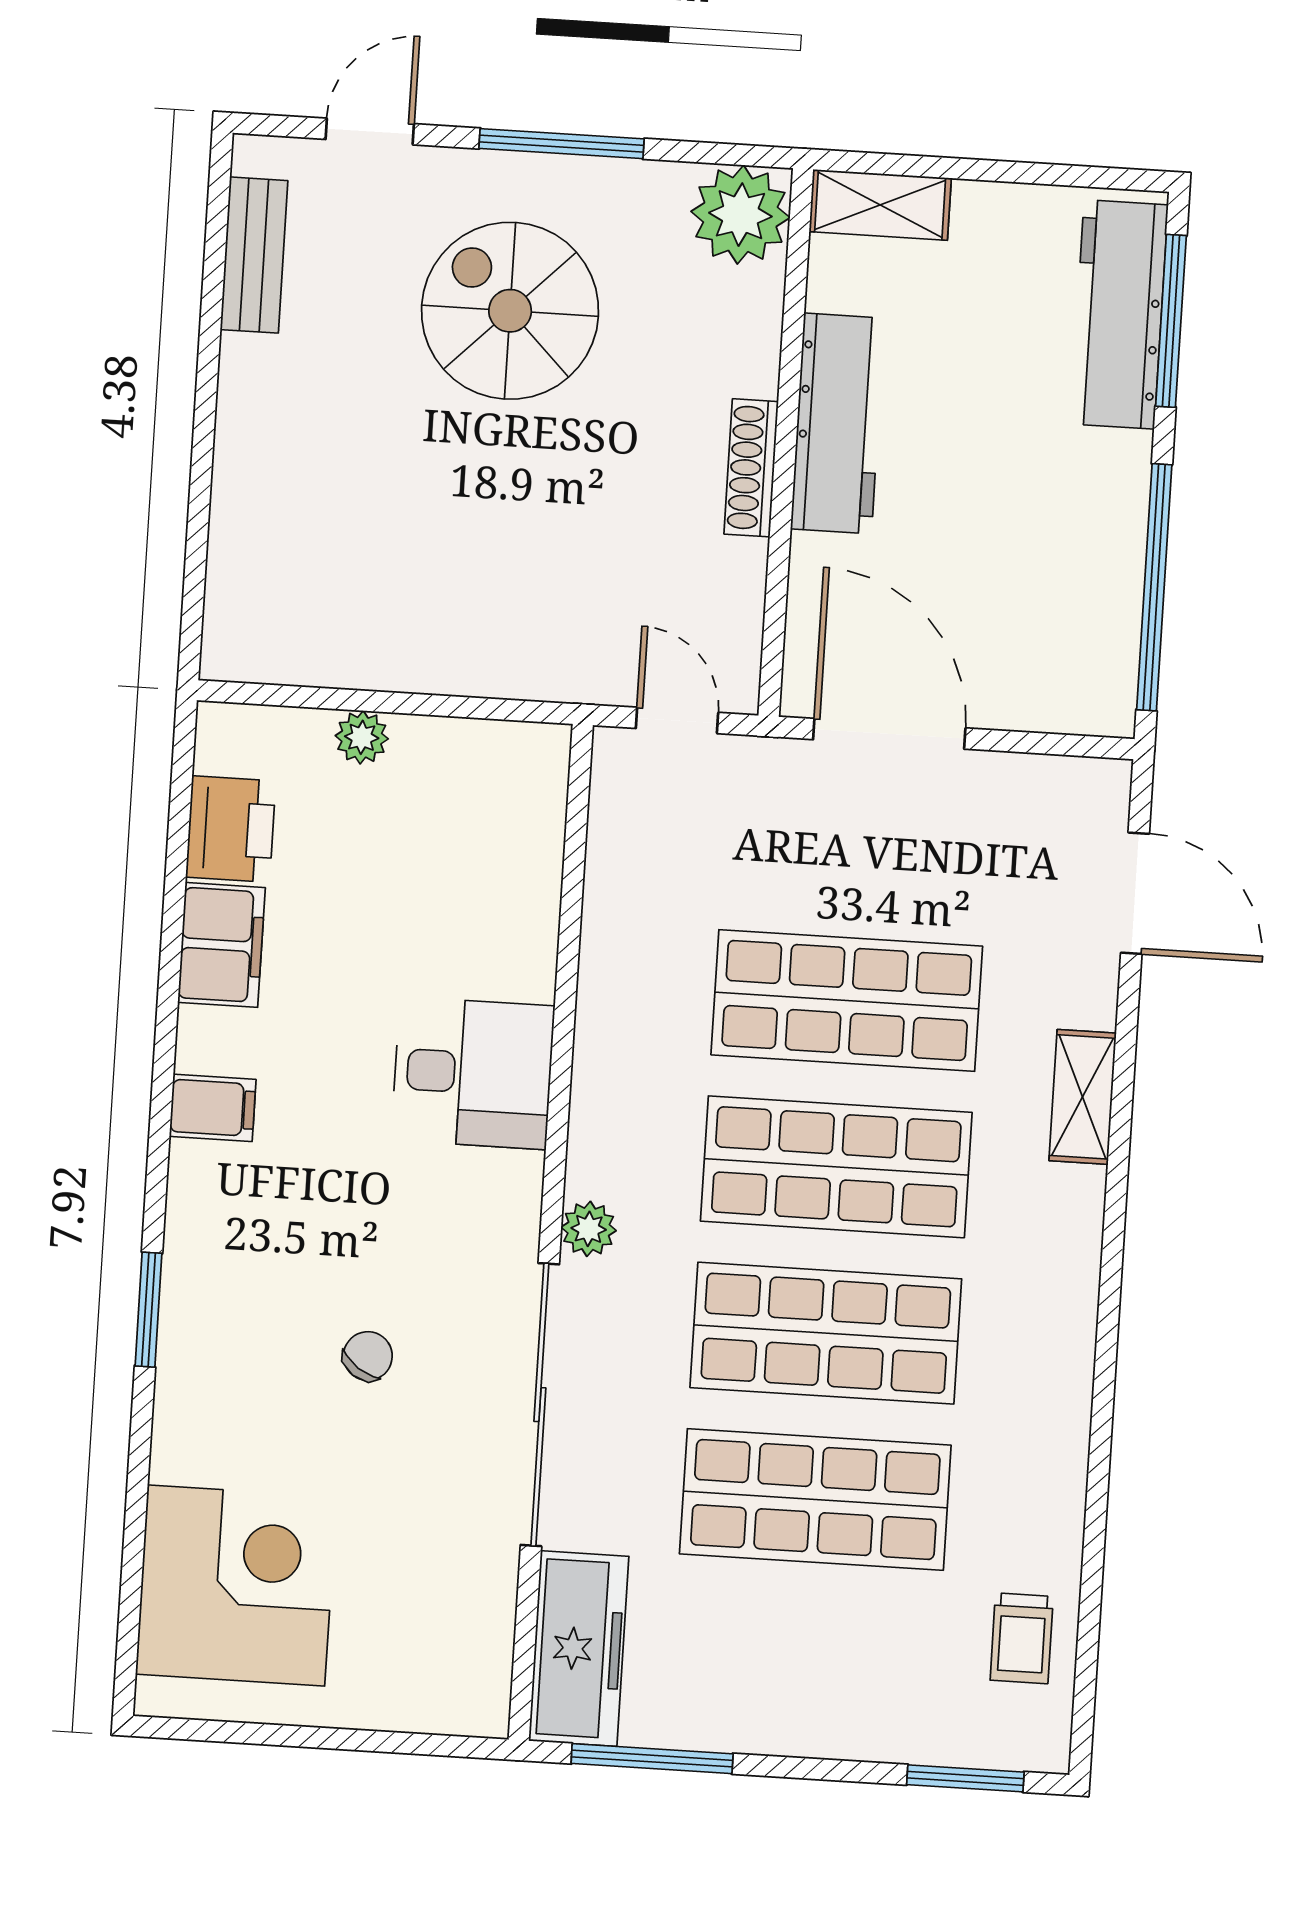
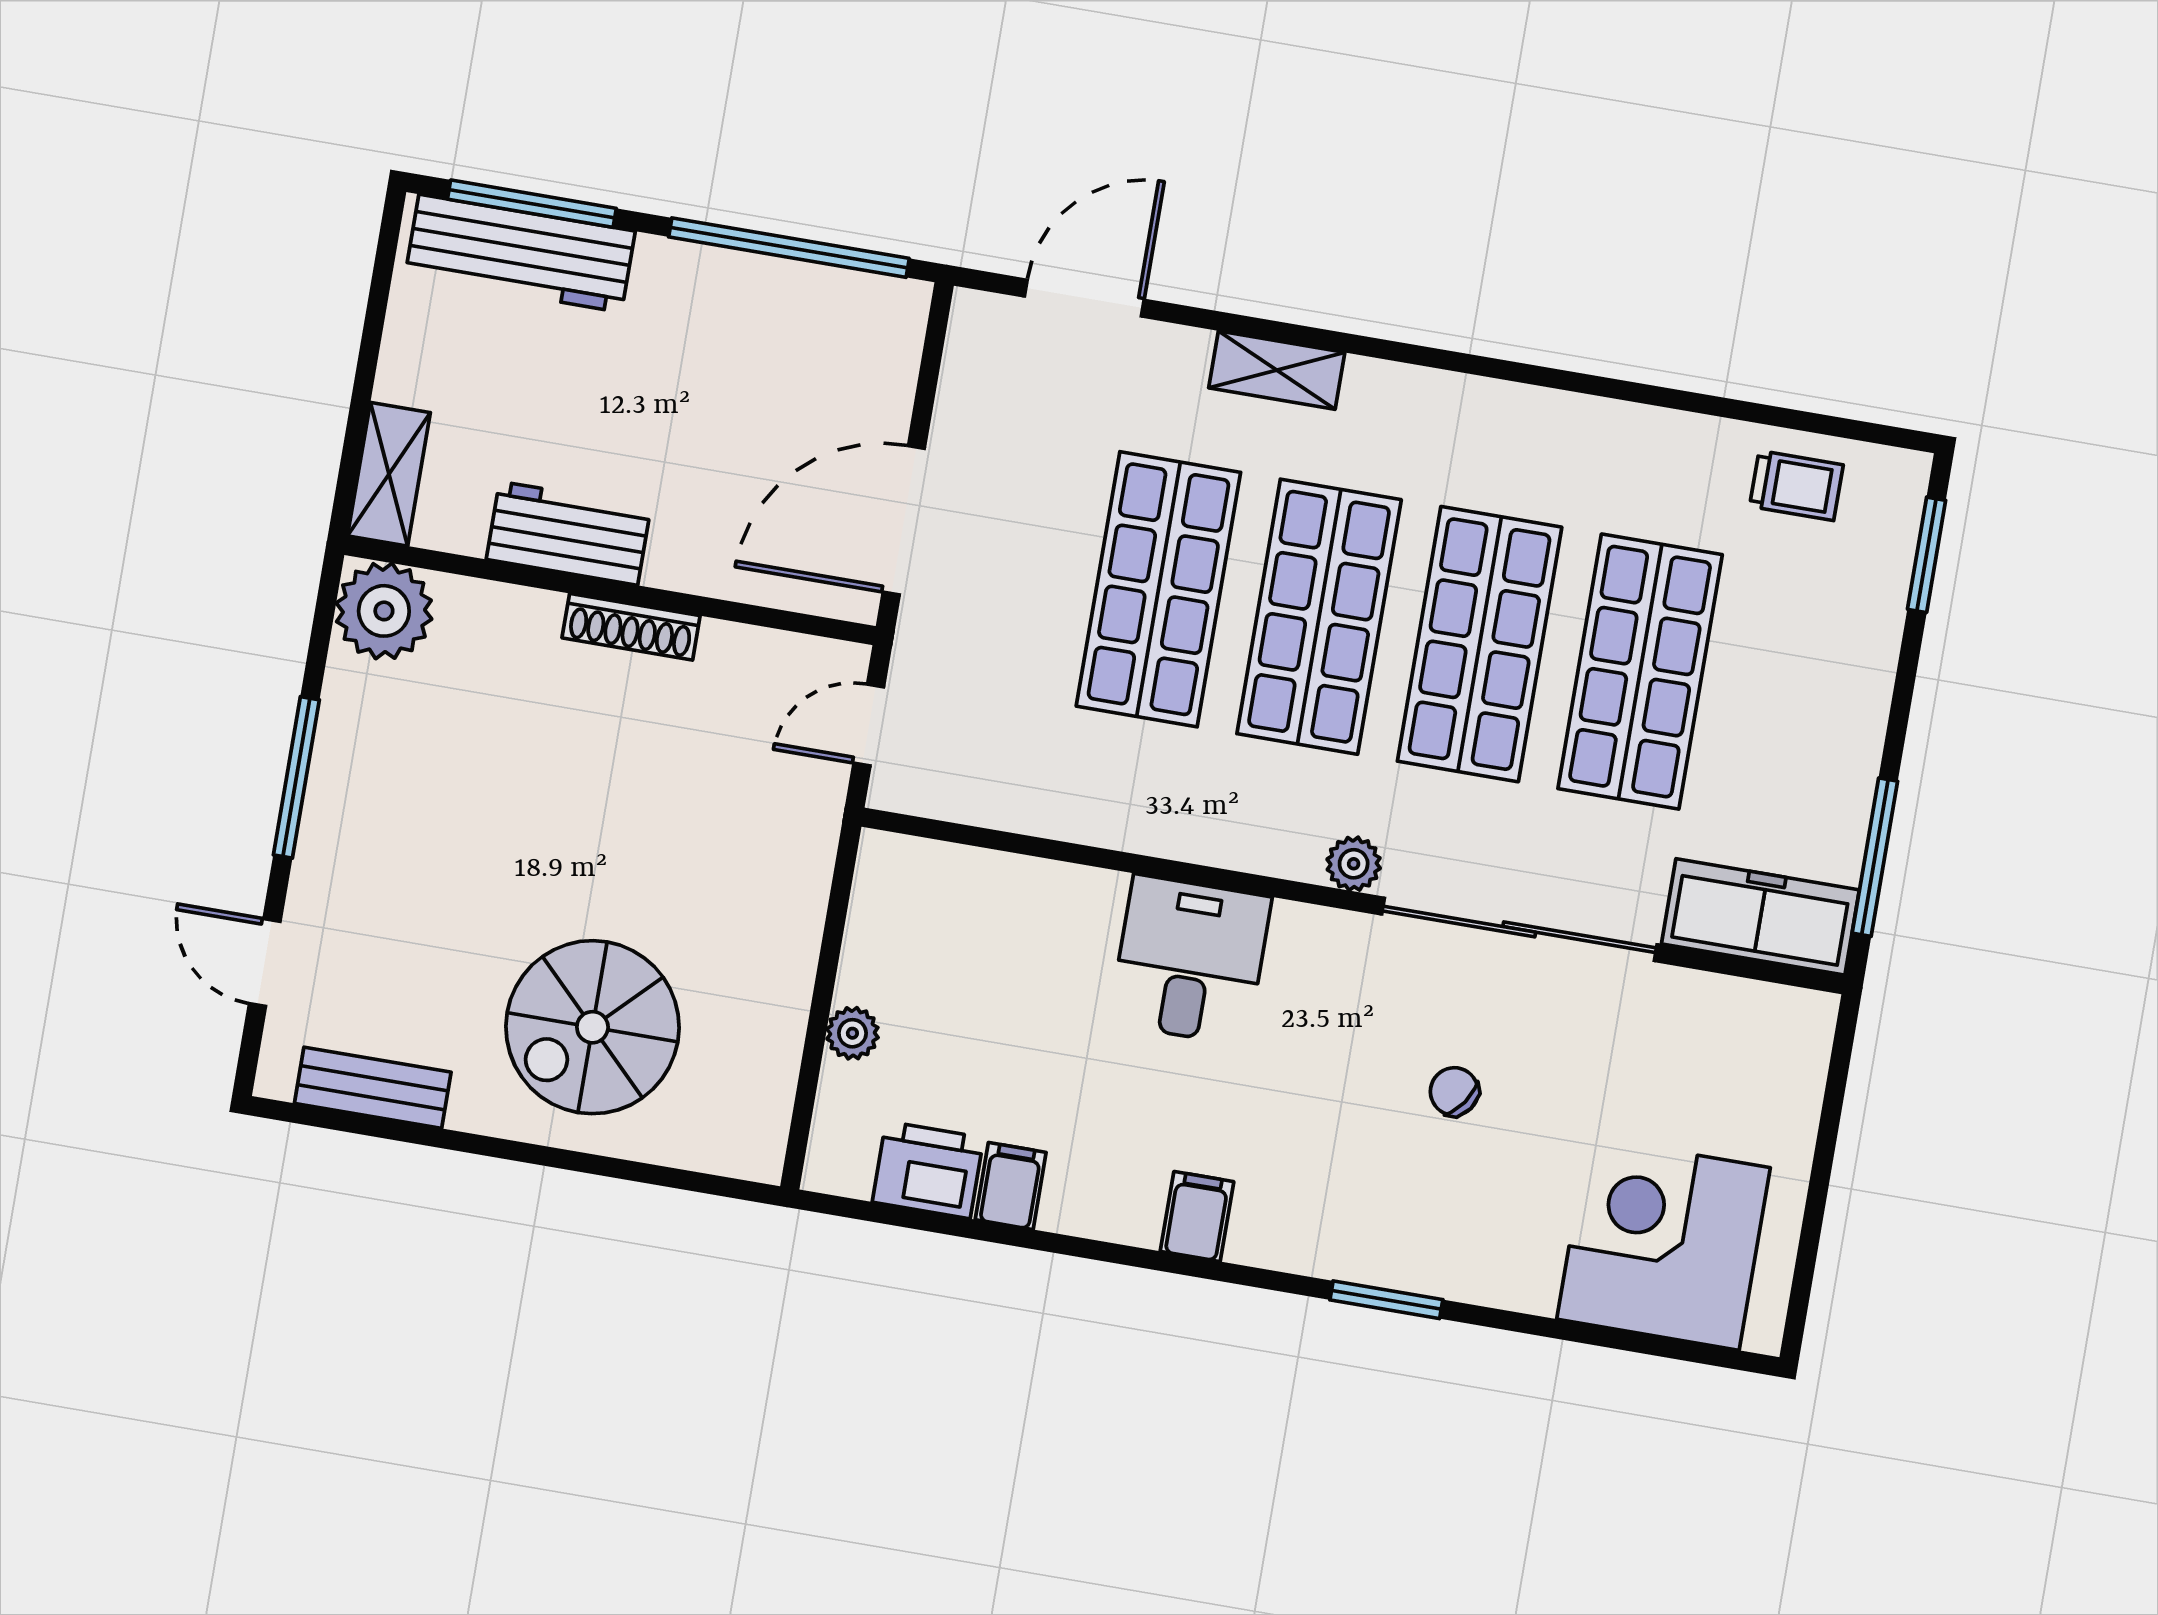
spiral stairs: (510, 311) -> (592, 1027), moved
workbench: (838, 423) -> (569, 533), width x0.73
filing cabinet: (222, 945) -> (1011, 1186), width x0.50

